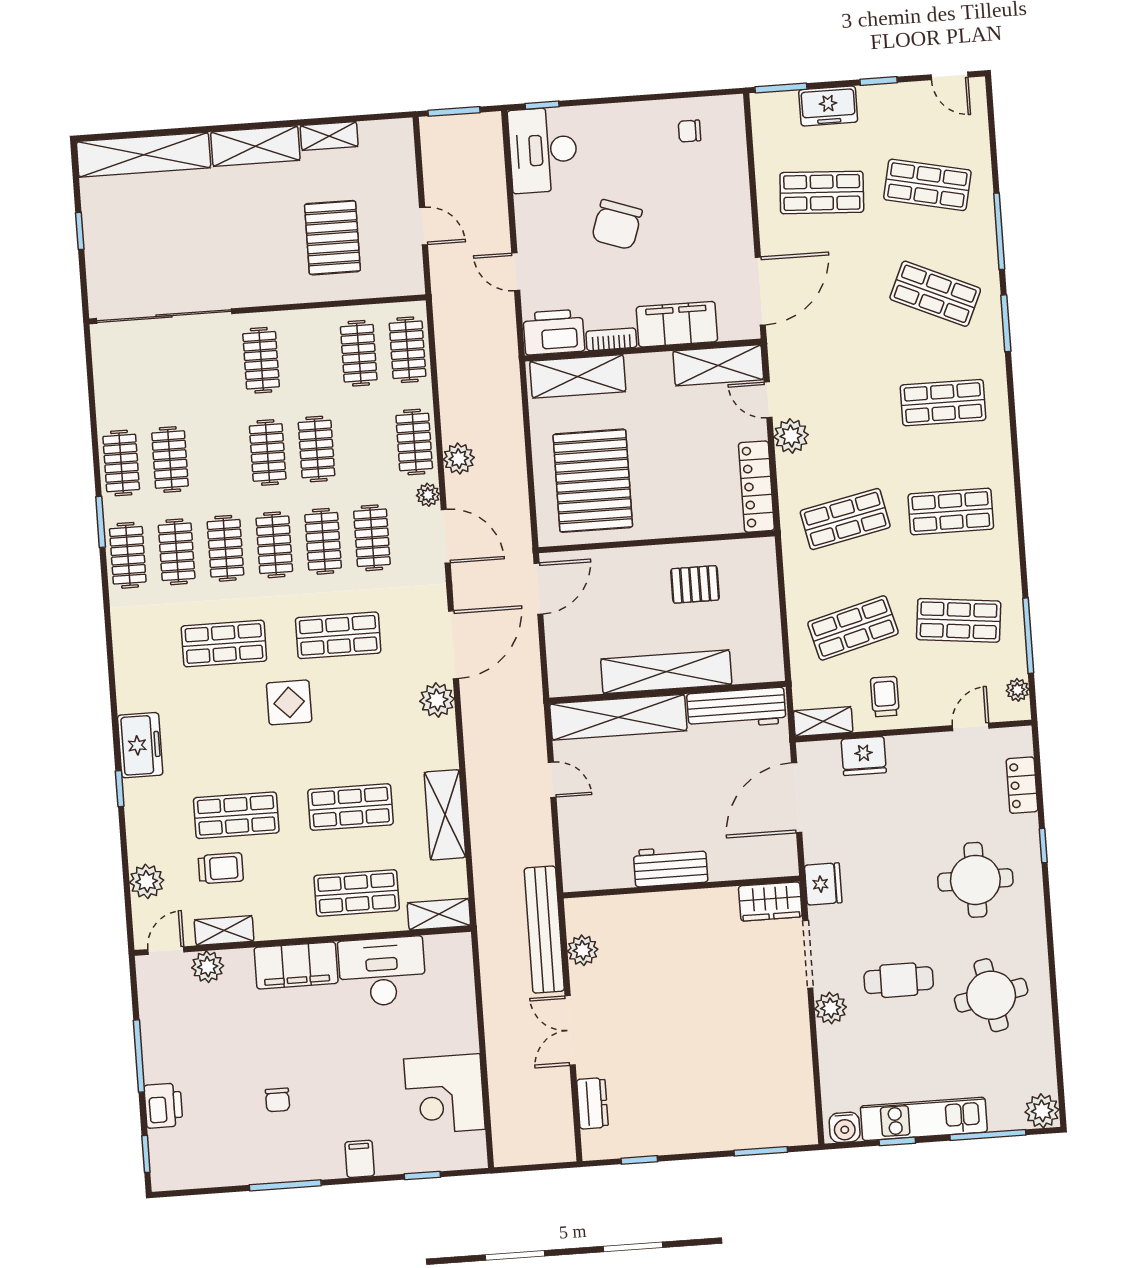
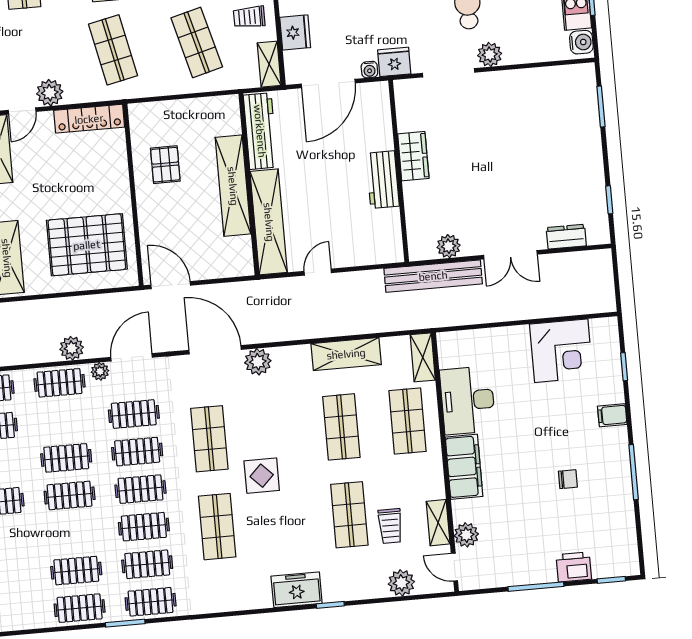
door: (797, 798) -> (328, 84), hinge flipped
water cooler: (814, 852) -> (369, 70), added
trolley: (221, 868) -> (390, 526), turned 180
wardrobe: (770, 901) -> (413, 156), moved

